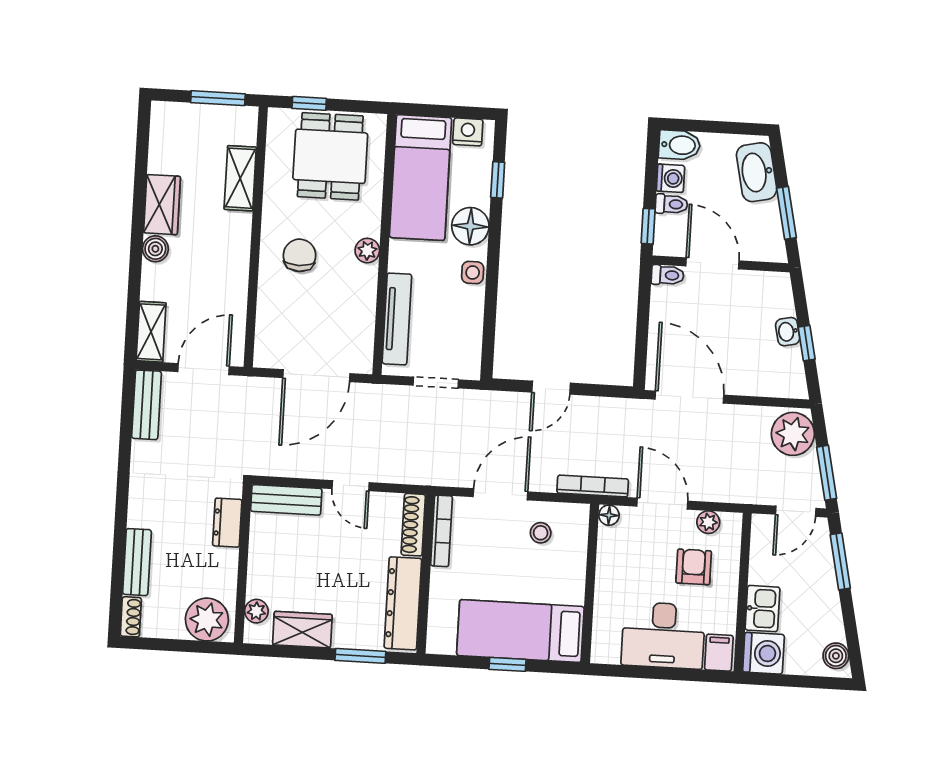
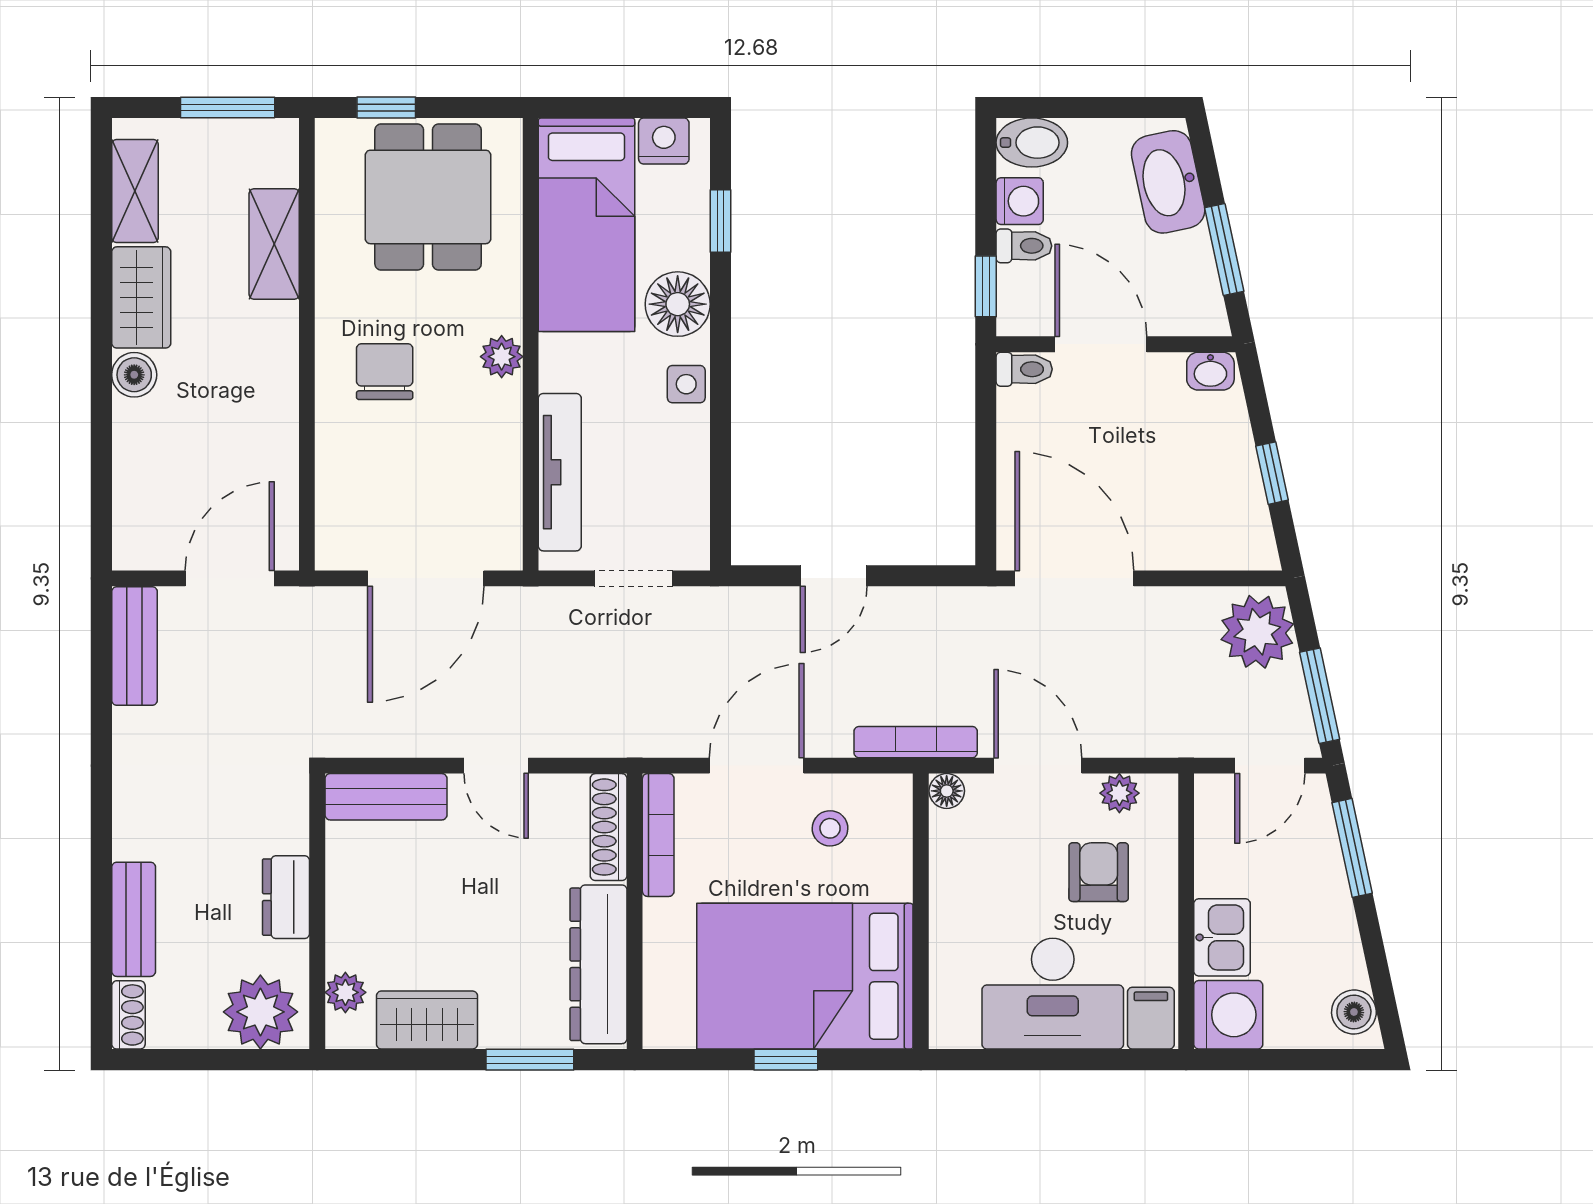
shelving: (151, 332) -> (135, 191), moved
washbasin: (788, 332) -> (1210, 371), moved, turned -78
dresser: (227, 523) -> (286, 897), moved
bed: (520, 631) -> (805, 976), width x1.50

